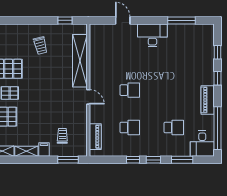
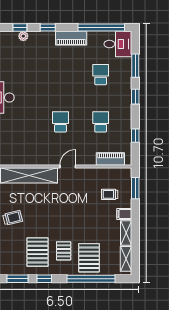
plant: (210, 55) -> (23, 36), added
window: (133, 160) -> (135, 136), moved

